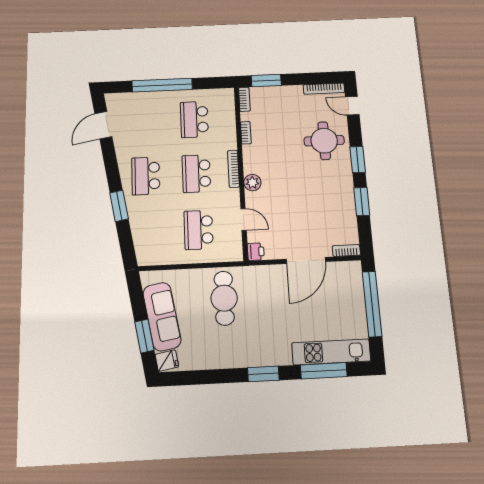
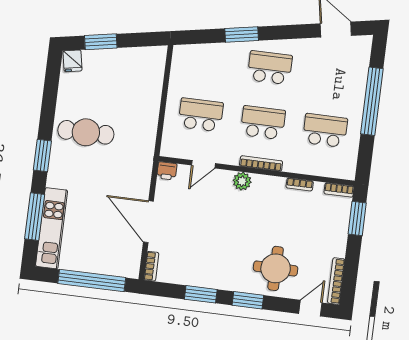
cafe table: (224, 298) -> (86, 132), moved
sofa: (162, 316) -> (117, 62), removed

